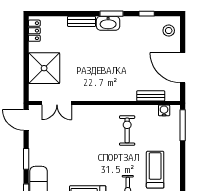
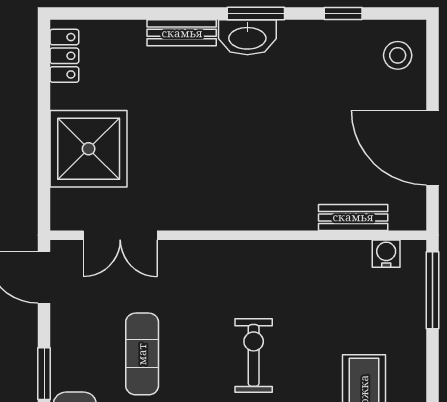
exercise bike: (127, 130) -> (254, 355), moved
exercise mat: (66, 151) -> (142, 354), added

